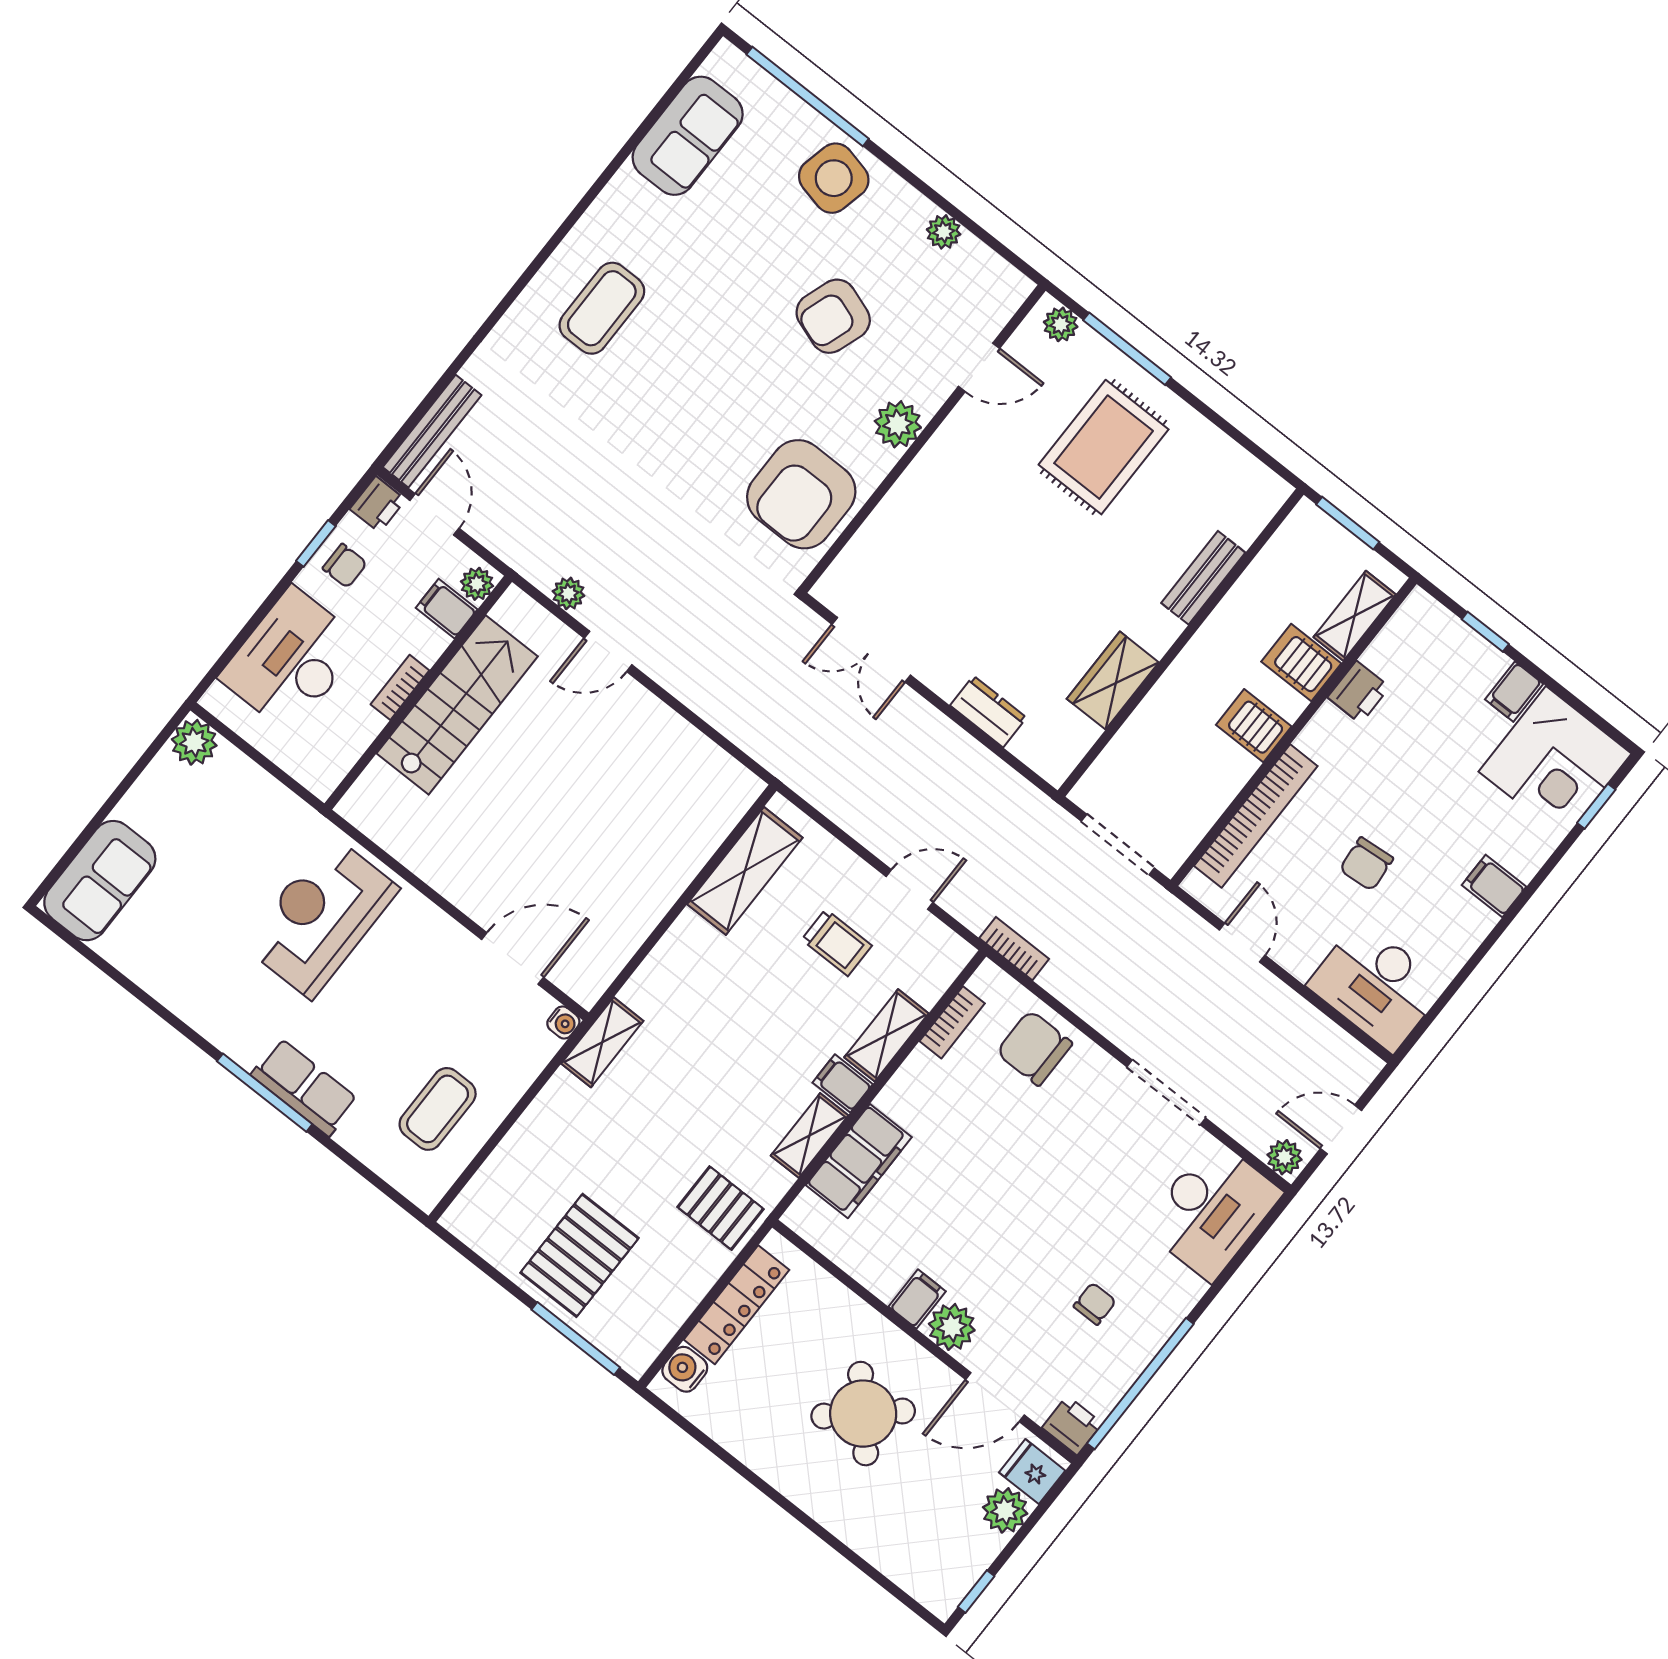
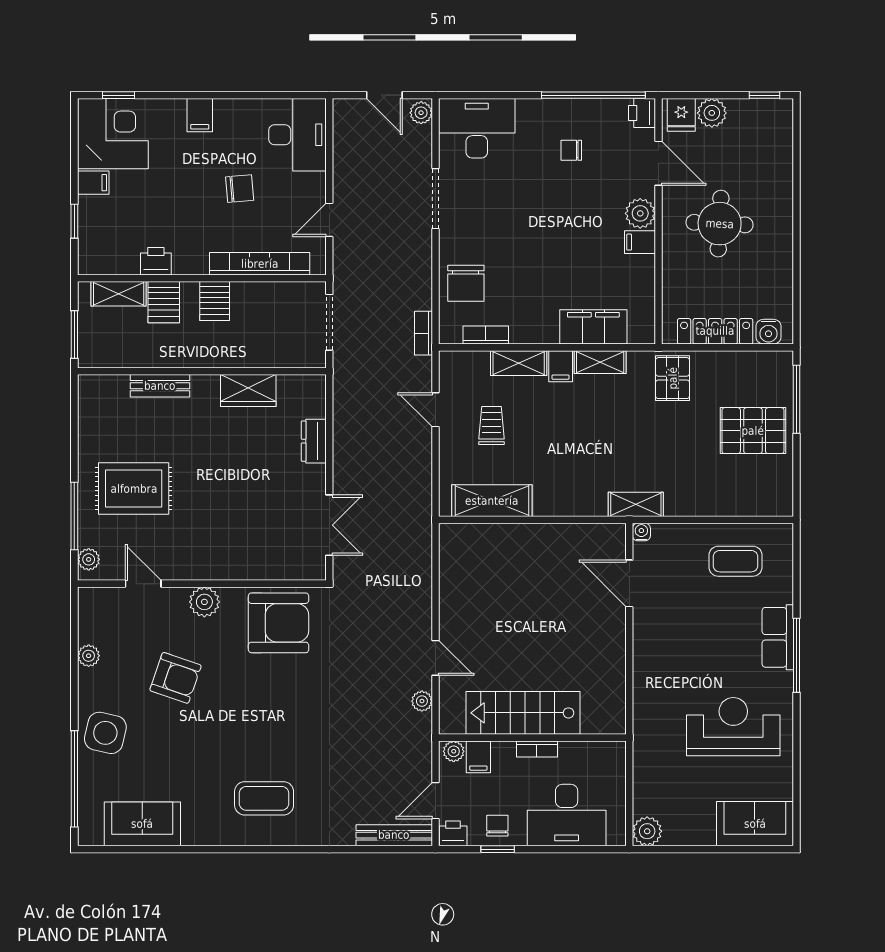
reception desk: (321, 917) -> (733, 727), moved, turned 180
round table: (863, 1414) -> (720, 224), turned 45

